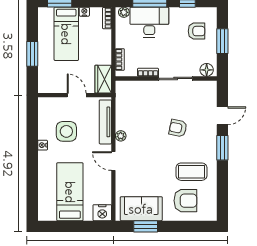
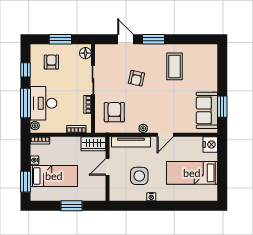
armchair: (185, 201) -> (114, 112), moved

